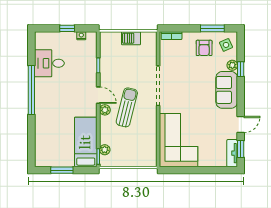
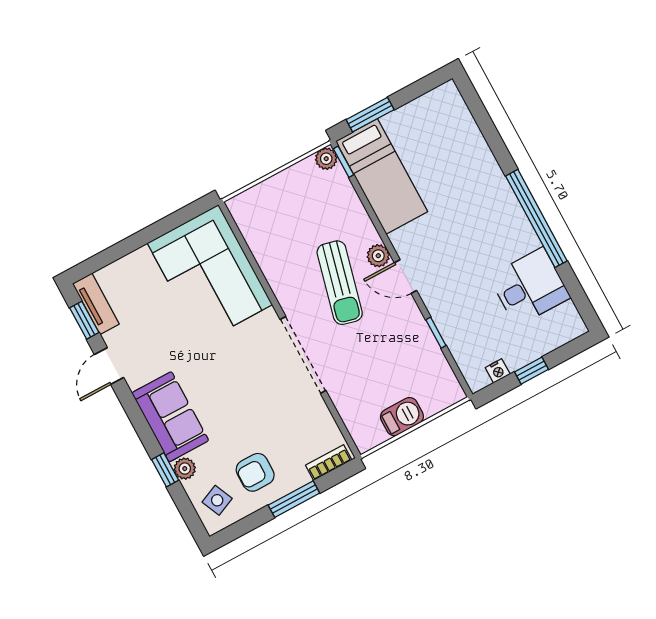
window: (212, 28) -> (294, 499), moved
armchair: (204, 48) -> (255, 472), turned -90
plant: (105, 150) -> (326, 159), moved
window: (62, 170) -> (370, 115), moved

